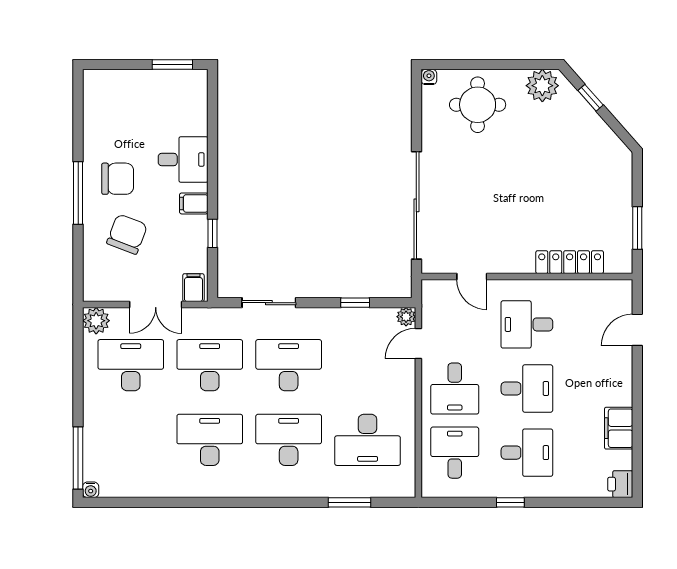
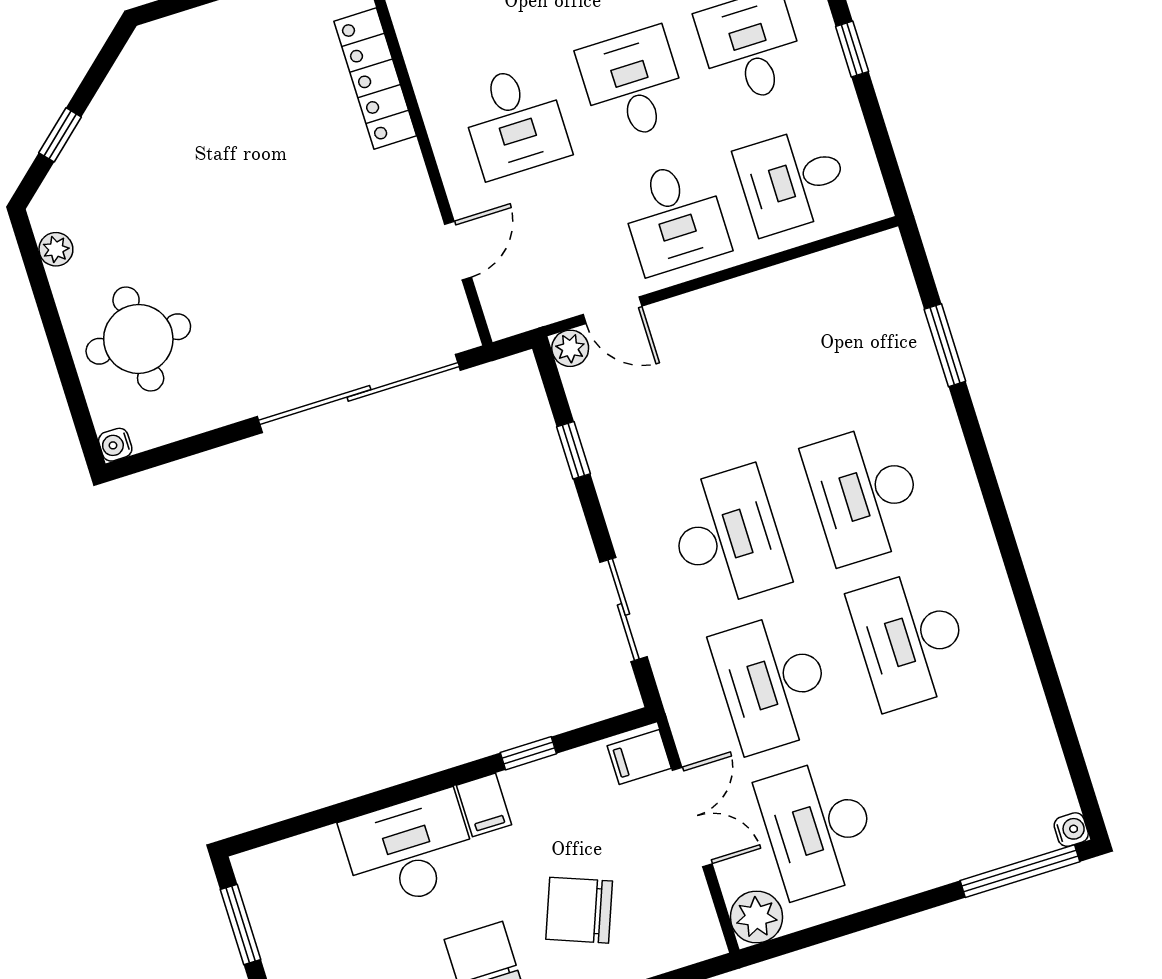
plant: (542, 86) -> (56, 249), width x0.53, depth x0.53
desk: (183, 160) -> (409, 850), width x1.37
desk: (289, 365) -> (727, 537), turned 180
desk: (455, 389) -> (674, 217), turned 90
desk: (368, 440) -> (819, 348), removed

